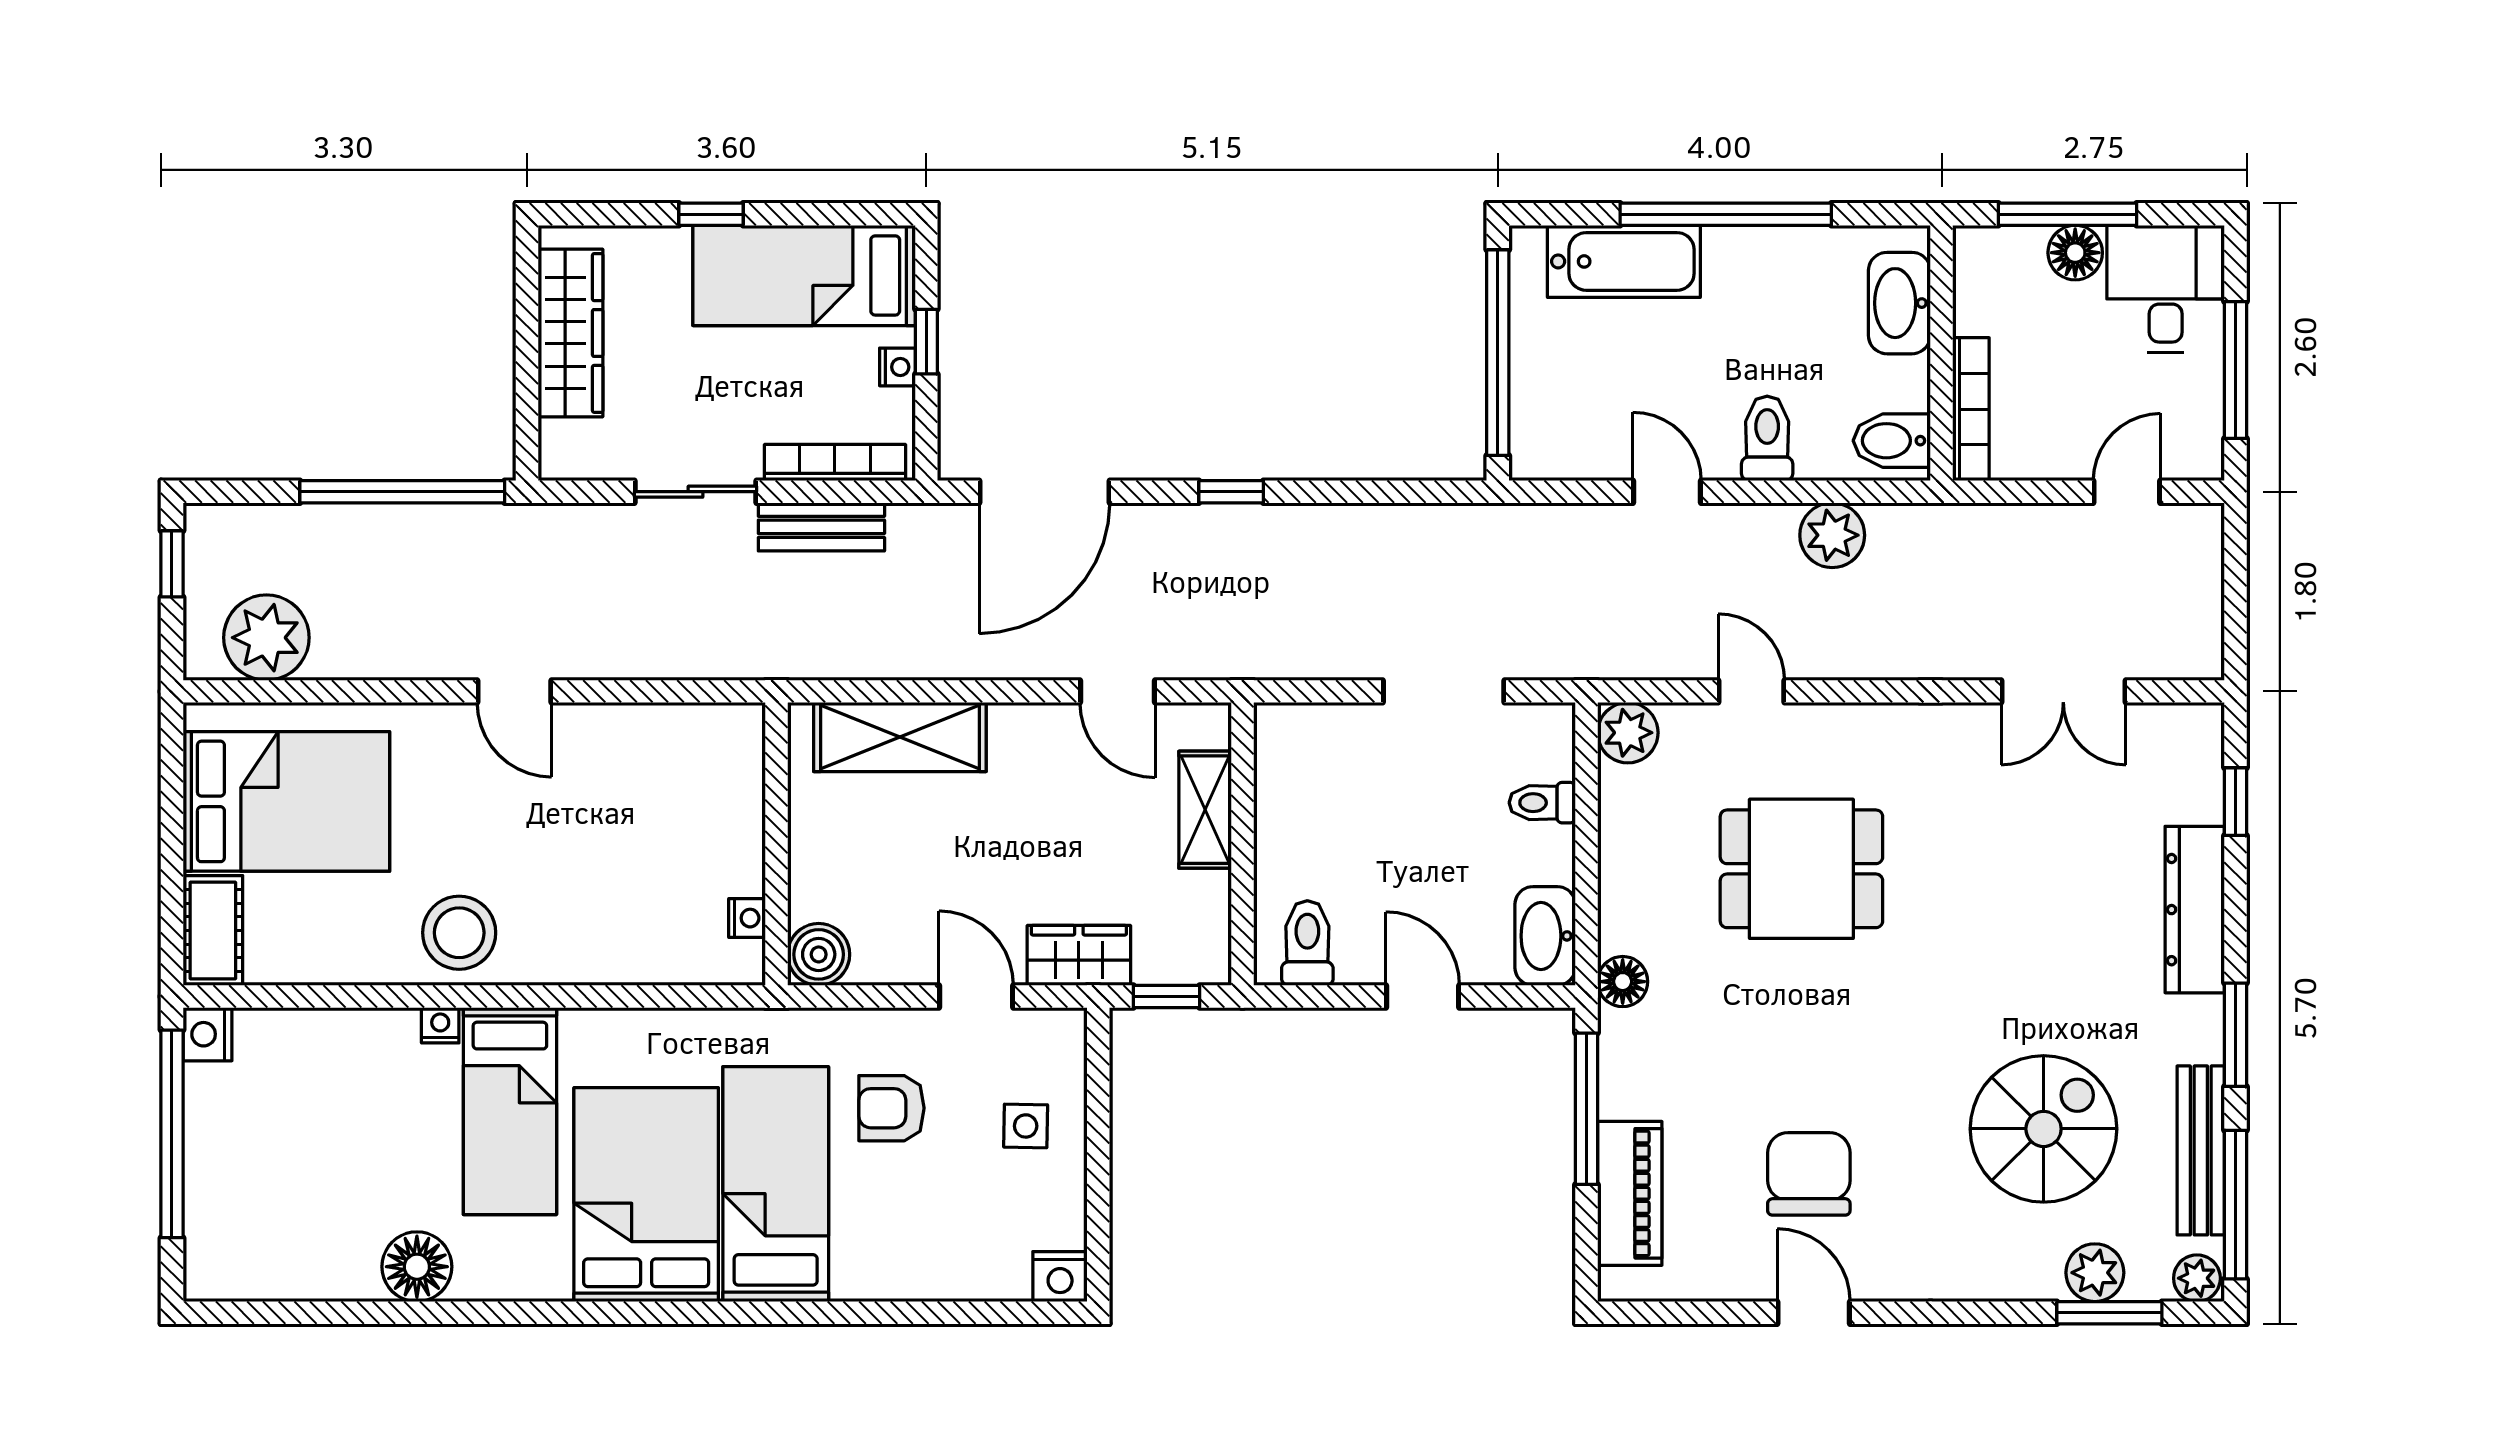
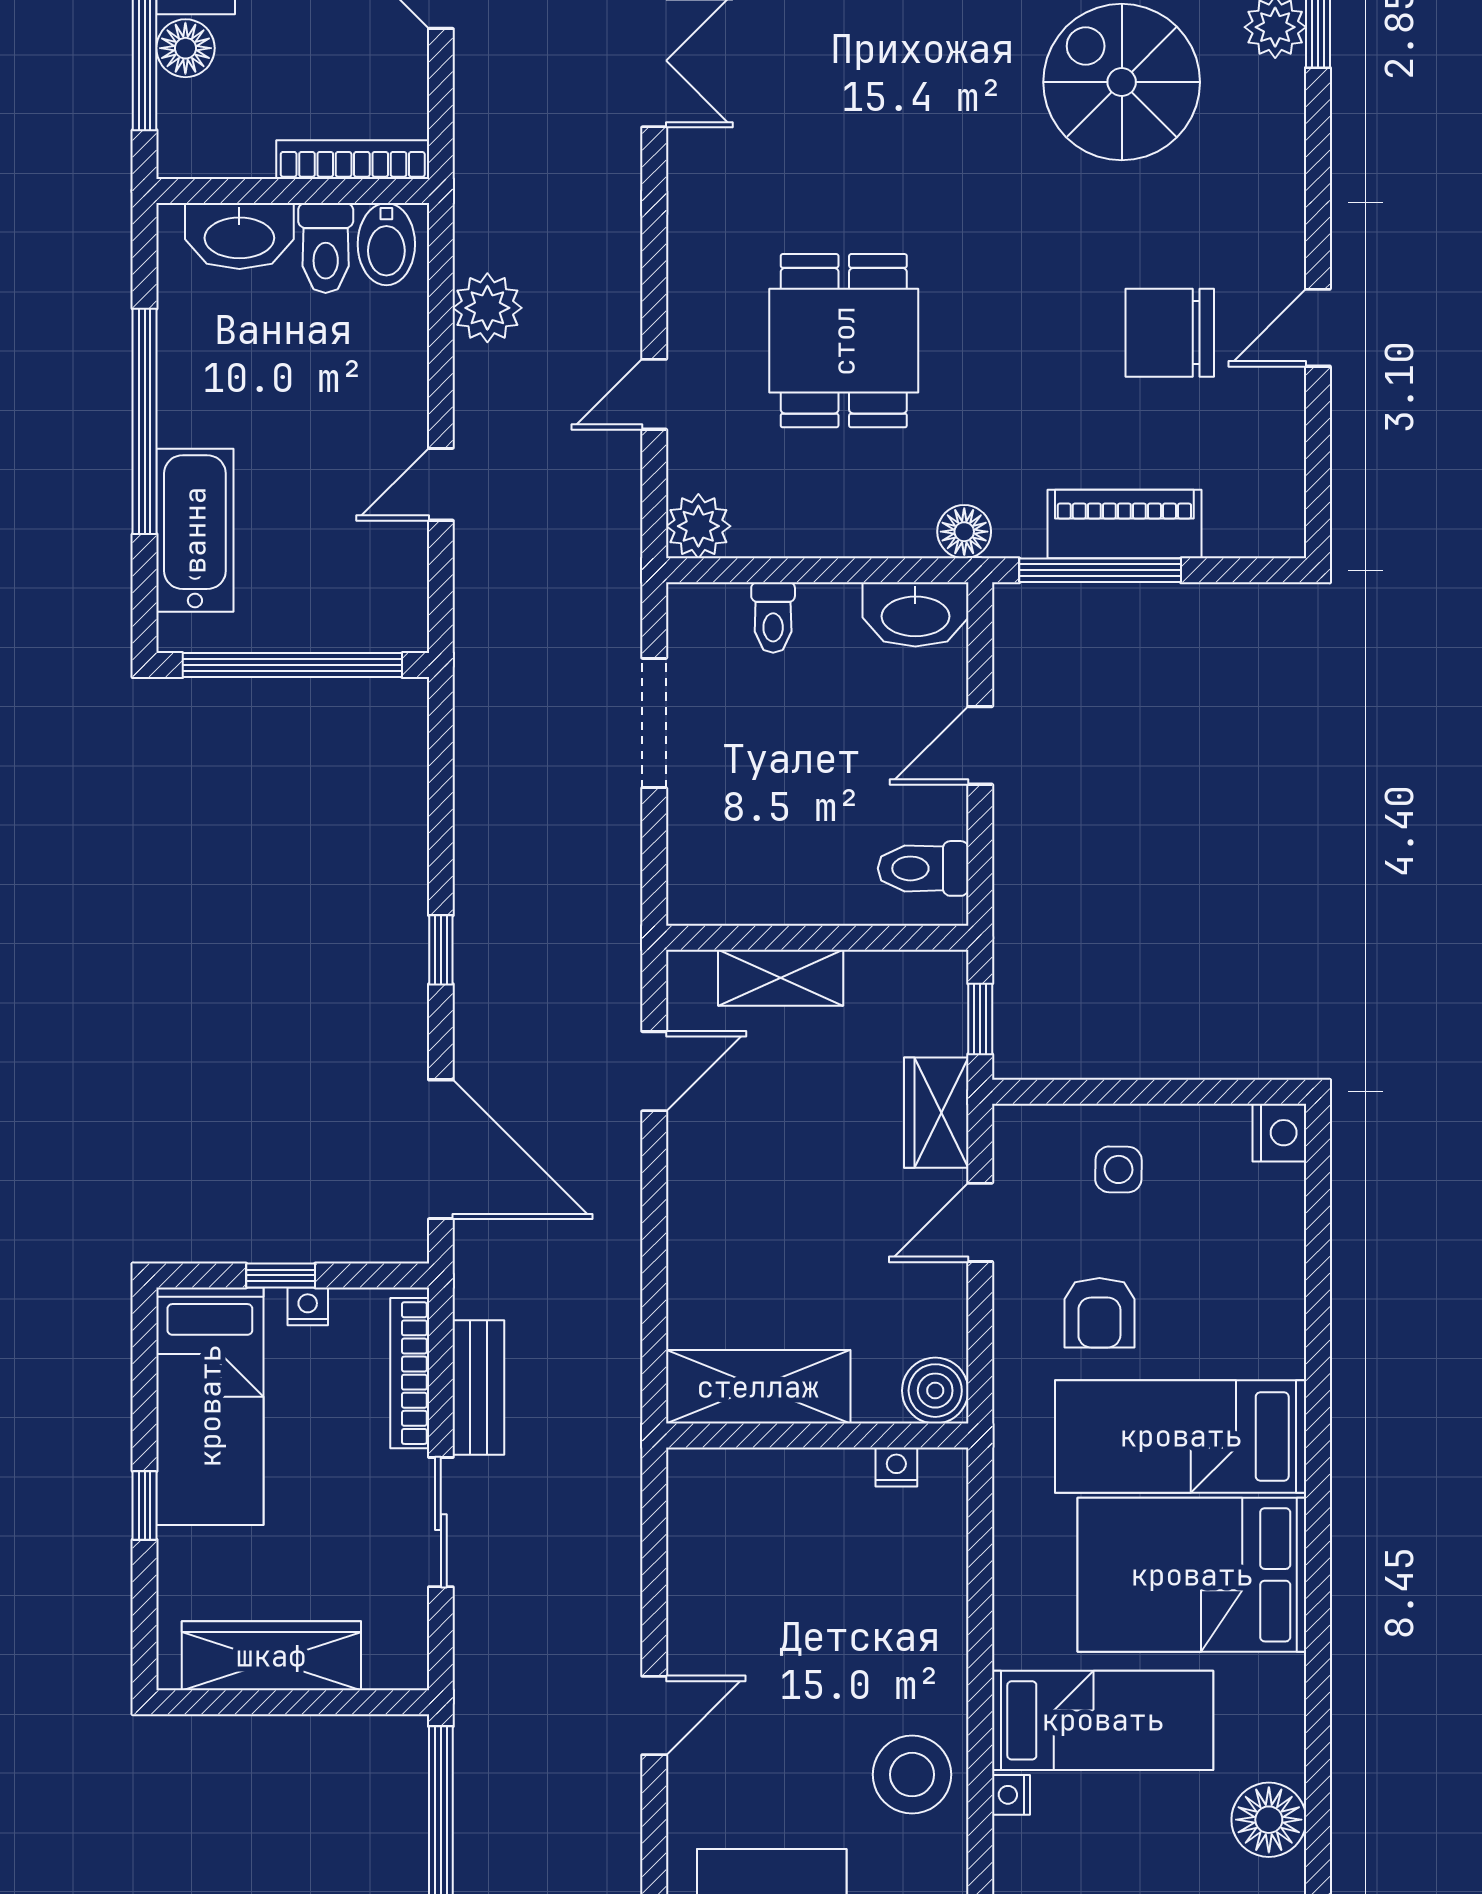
toilet: (1767, 438) -> (326, 248), moved, turned -90
shelving: (900, 737) -> (758, 1387), moved, turned 90
piano: (1630, 1193) -> (1124, 524), moved

